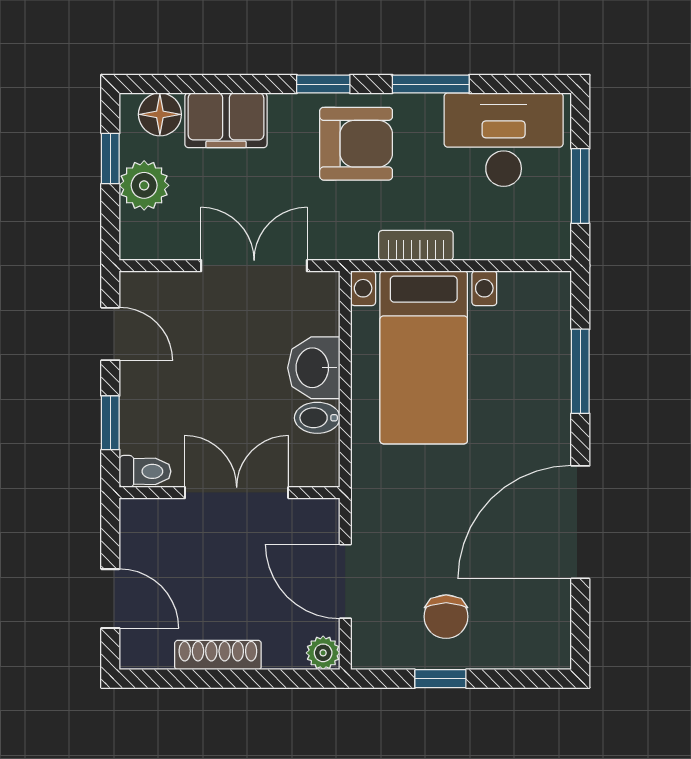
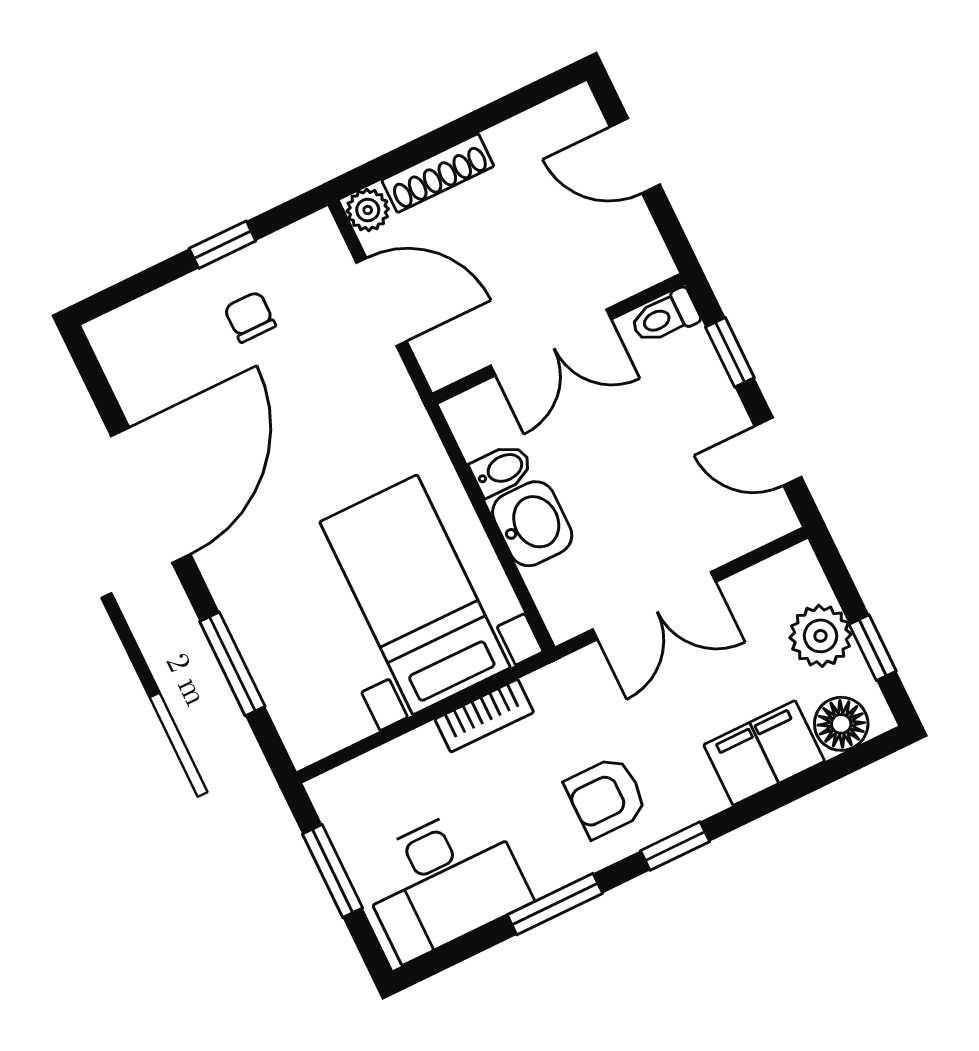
armchair: (356, 144) -> (606, 797), width x0.72, depth x0.72
chair: (446, 617) -> (250, 317), width x0.73, depth x0.73
shoe rack: (218, 655) -> (438, 173), moved

